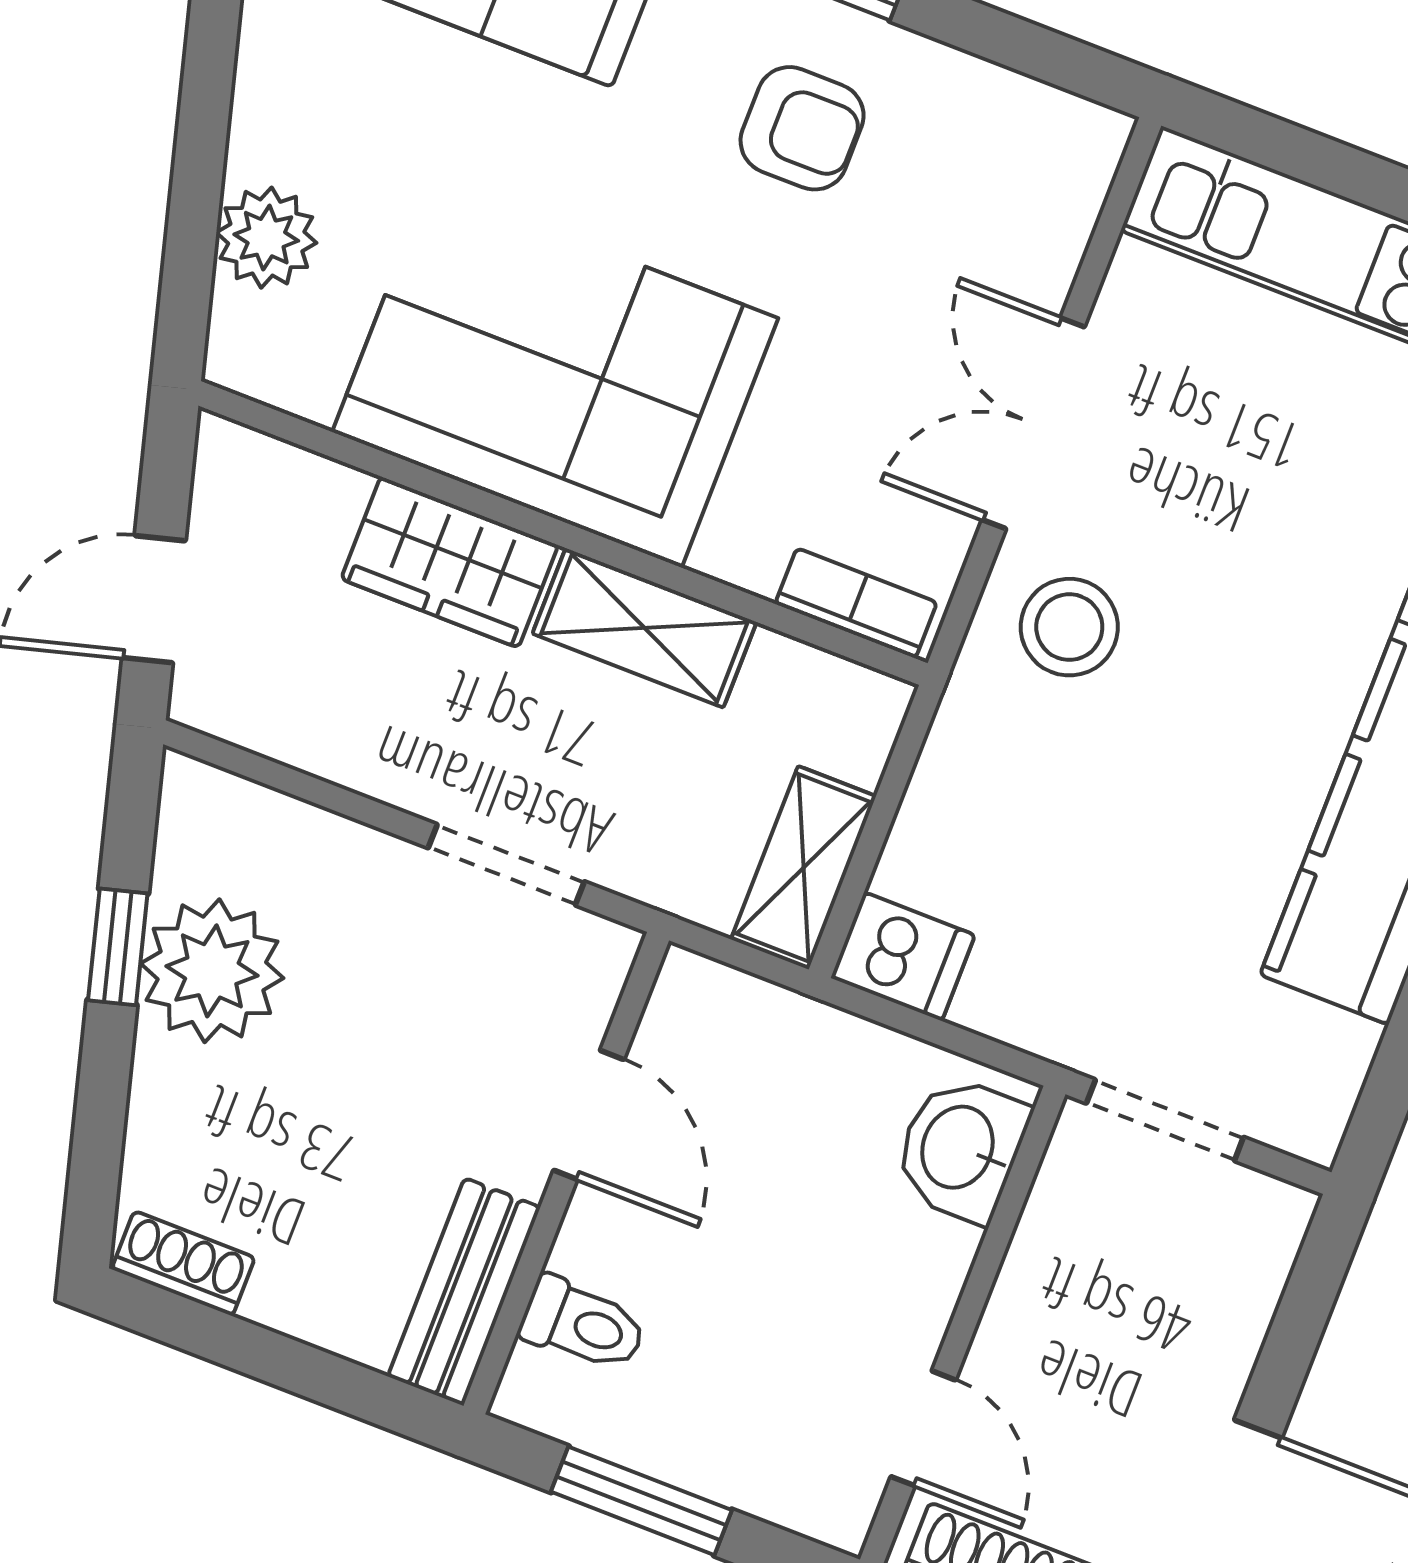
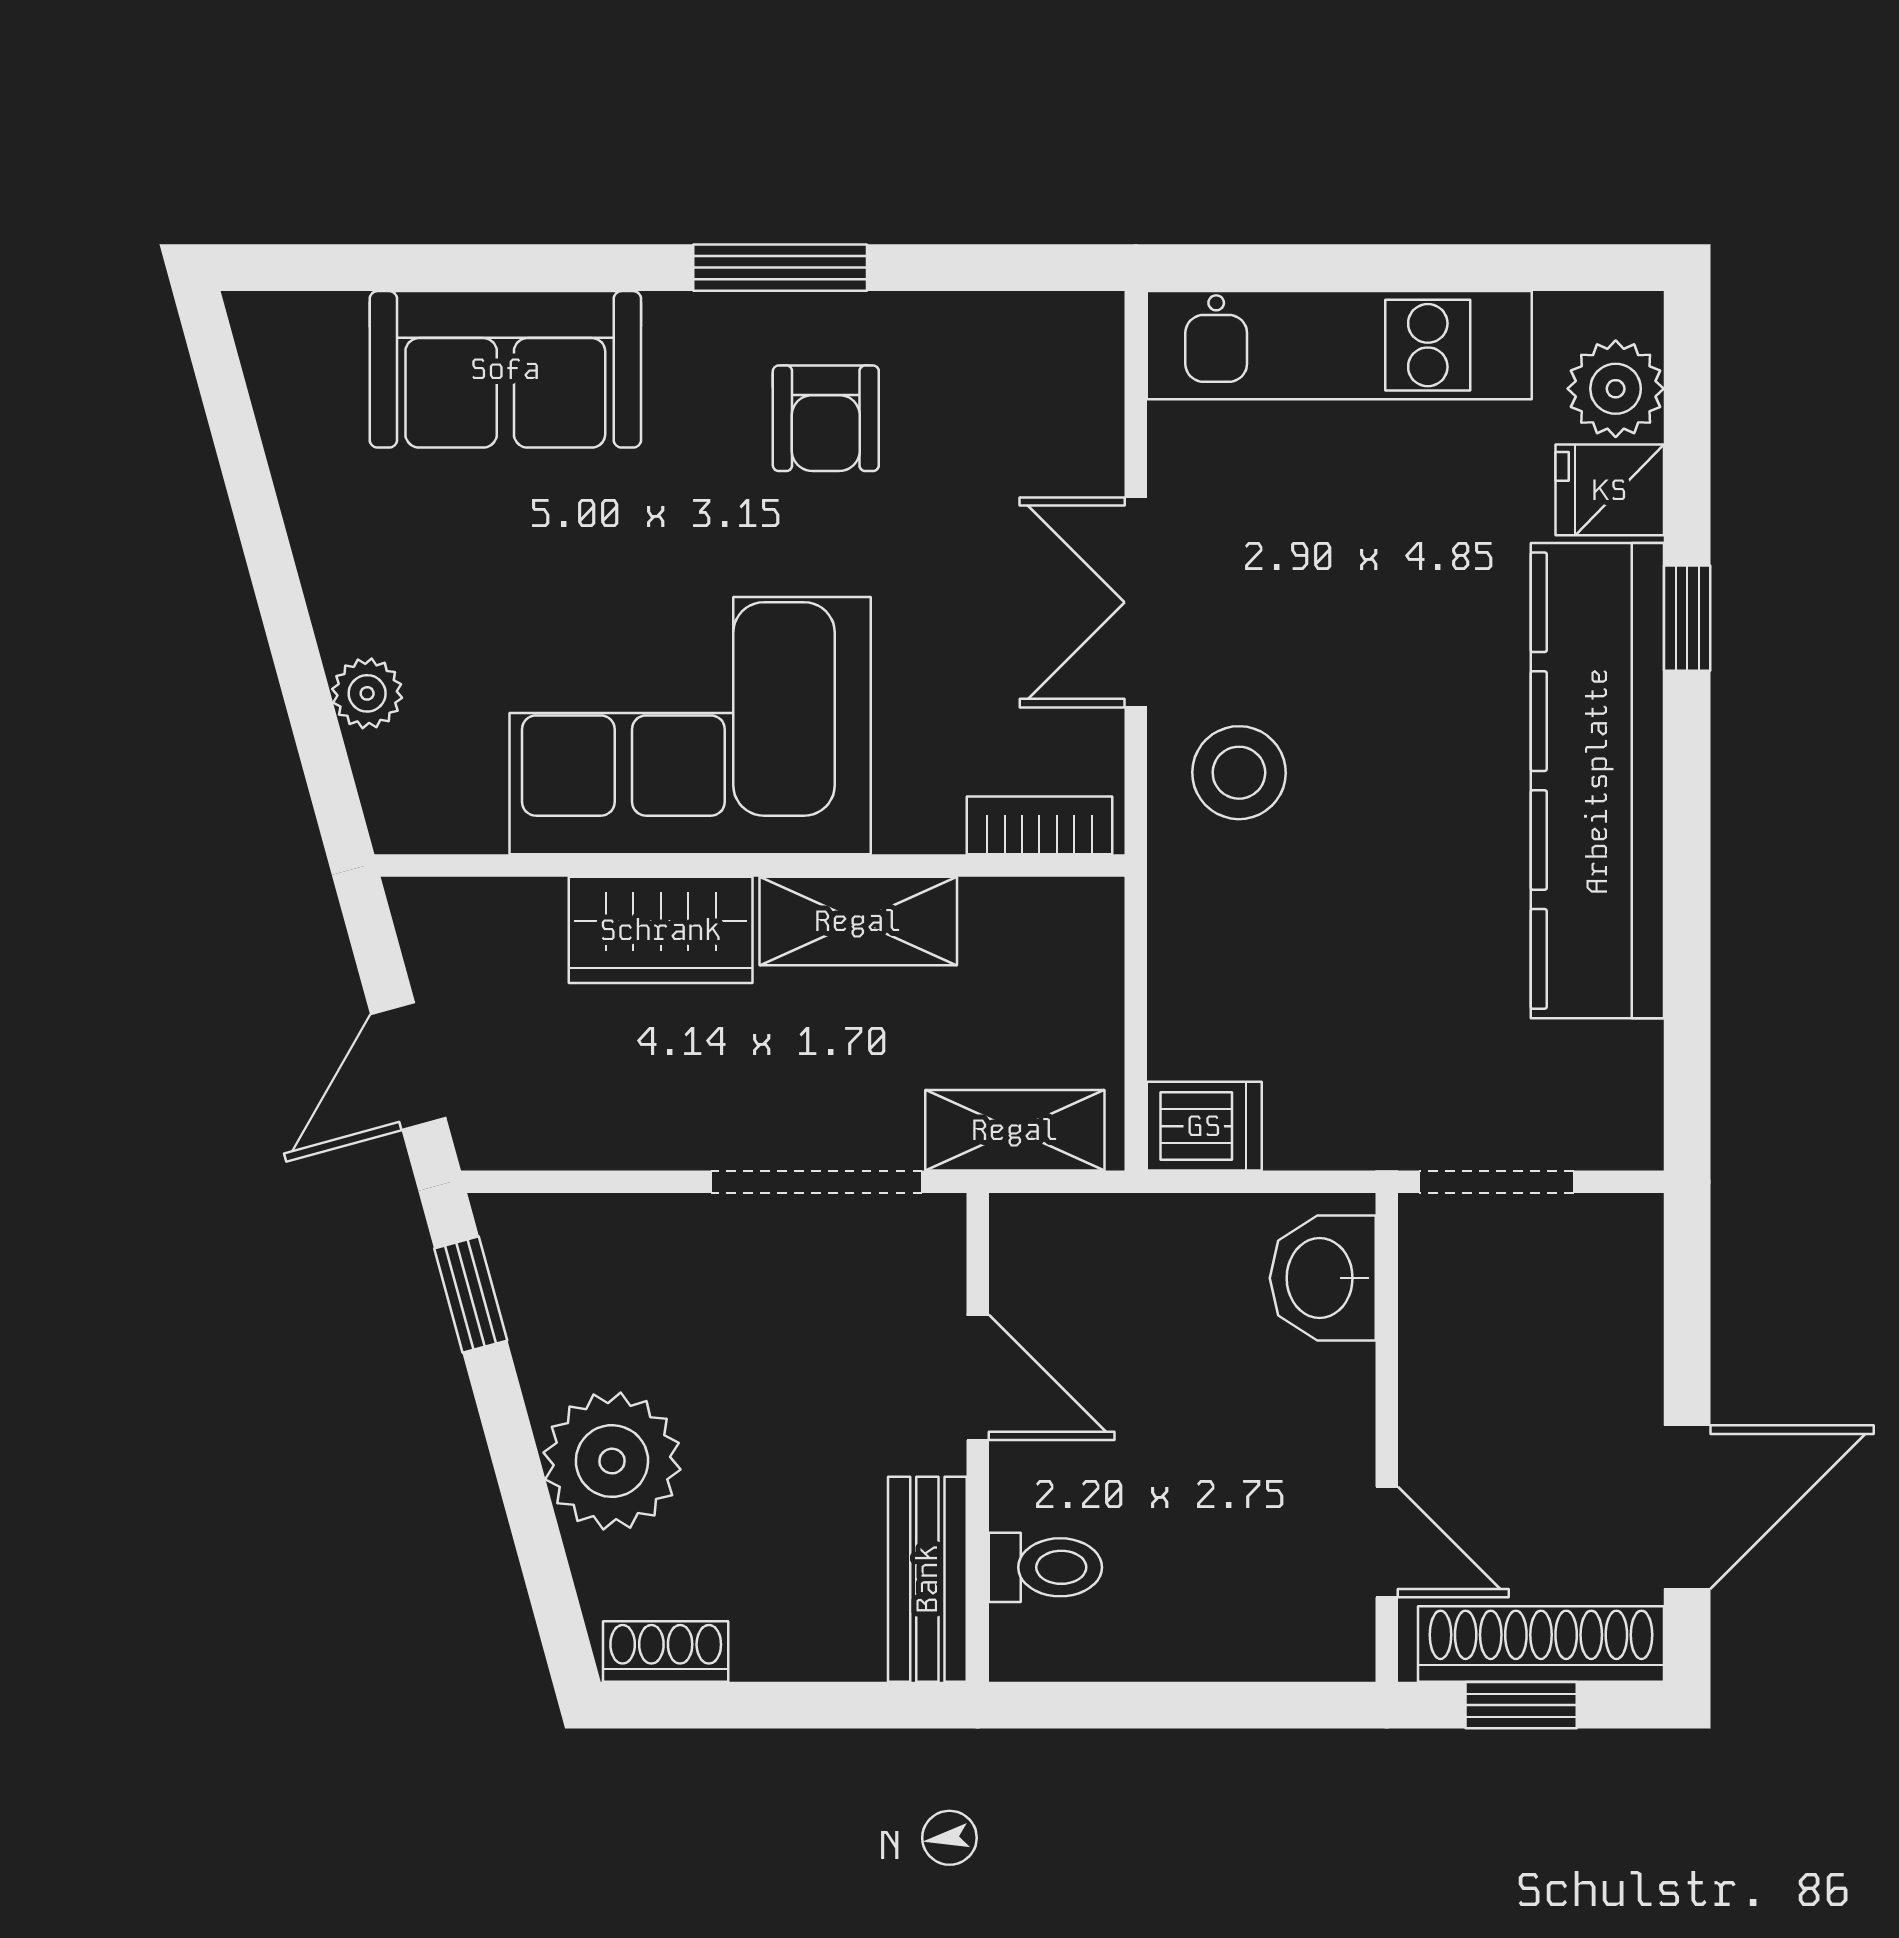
armchair: (802, 128) -> (826, 418), turned 90
plant: (266, 238) -> (367, 693), width x0.73, depth x0.73
doorway: (506, 865) -> (817, 1182), width x1.38
shelving: (803, 868) -> (1015, 1130), moved, turned 90
window: (118, 947) -> (471, 1295), moved
plant: (212, 971) -> (612, 1461), moved
window: (641, 1501) -> (1159, 1705), removed

